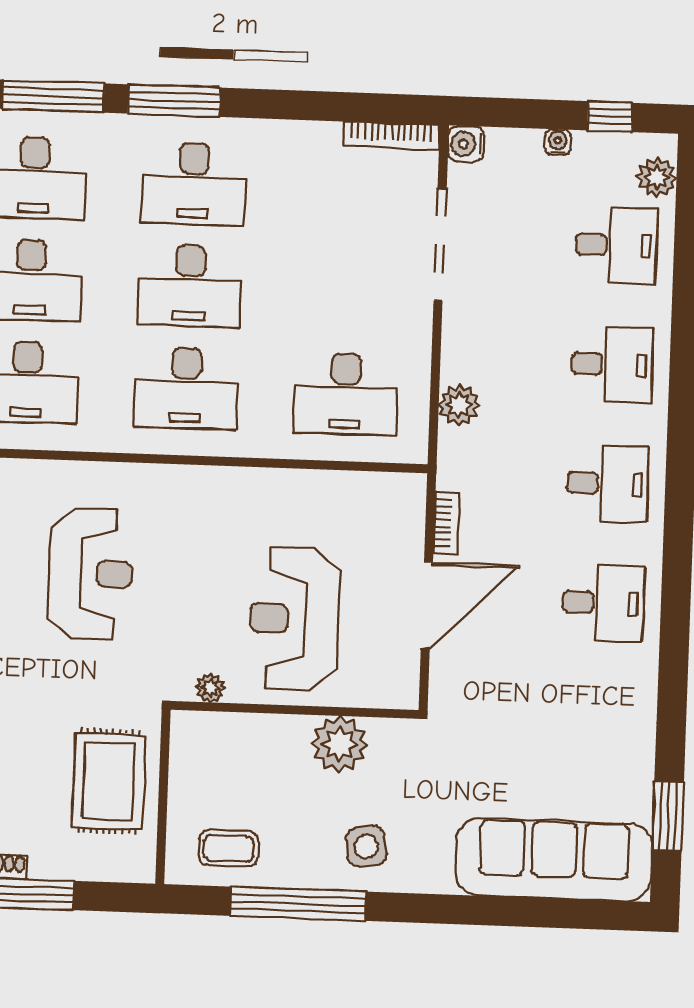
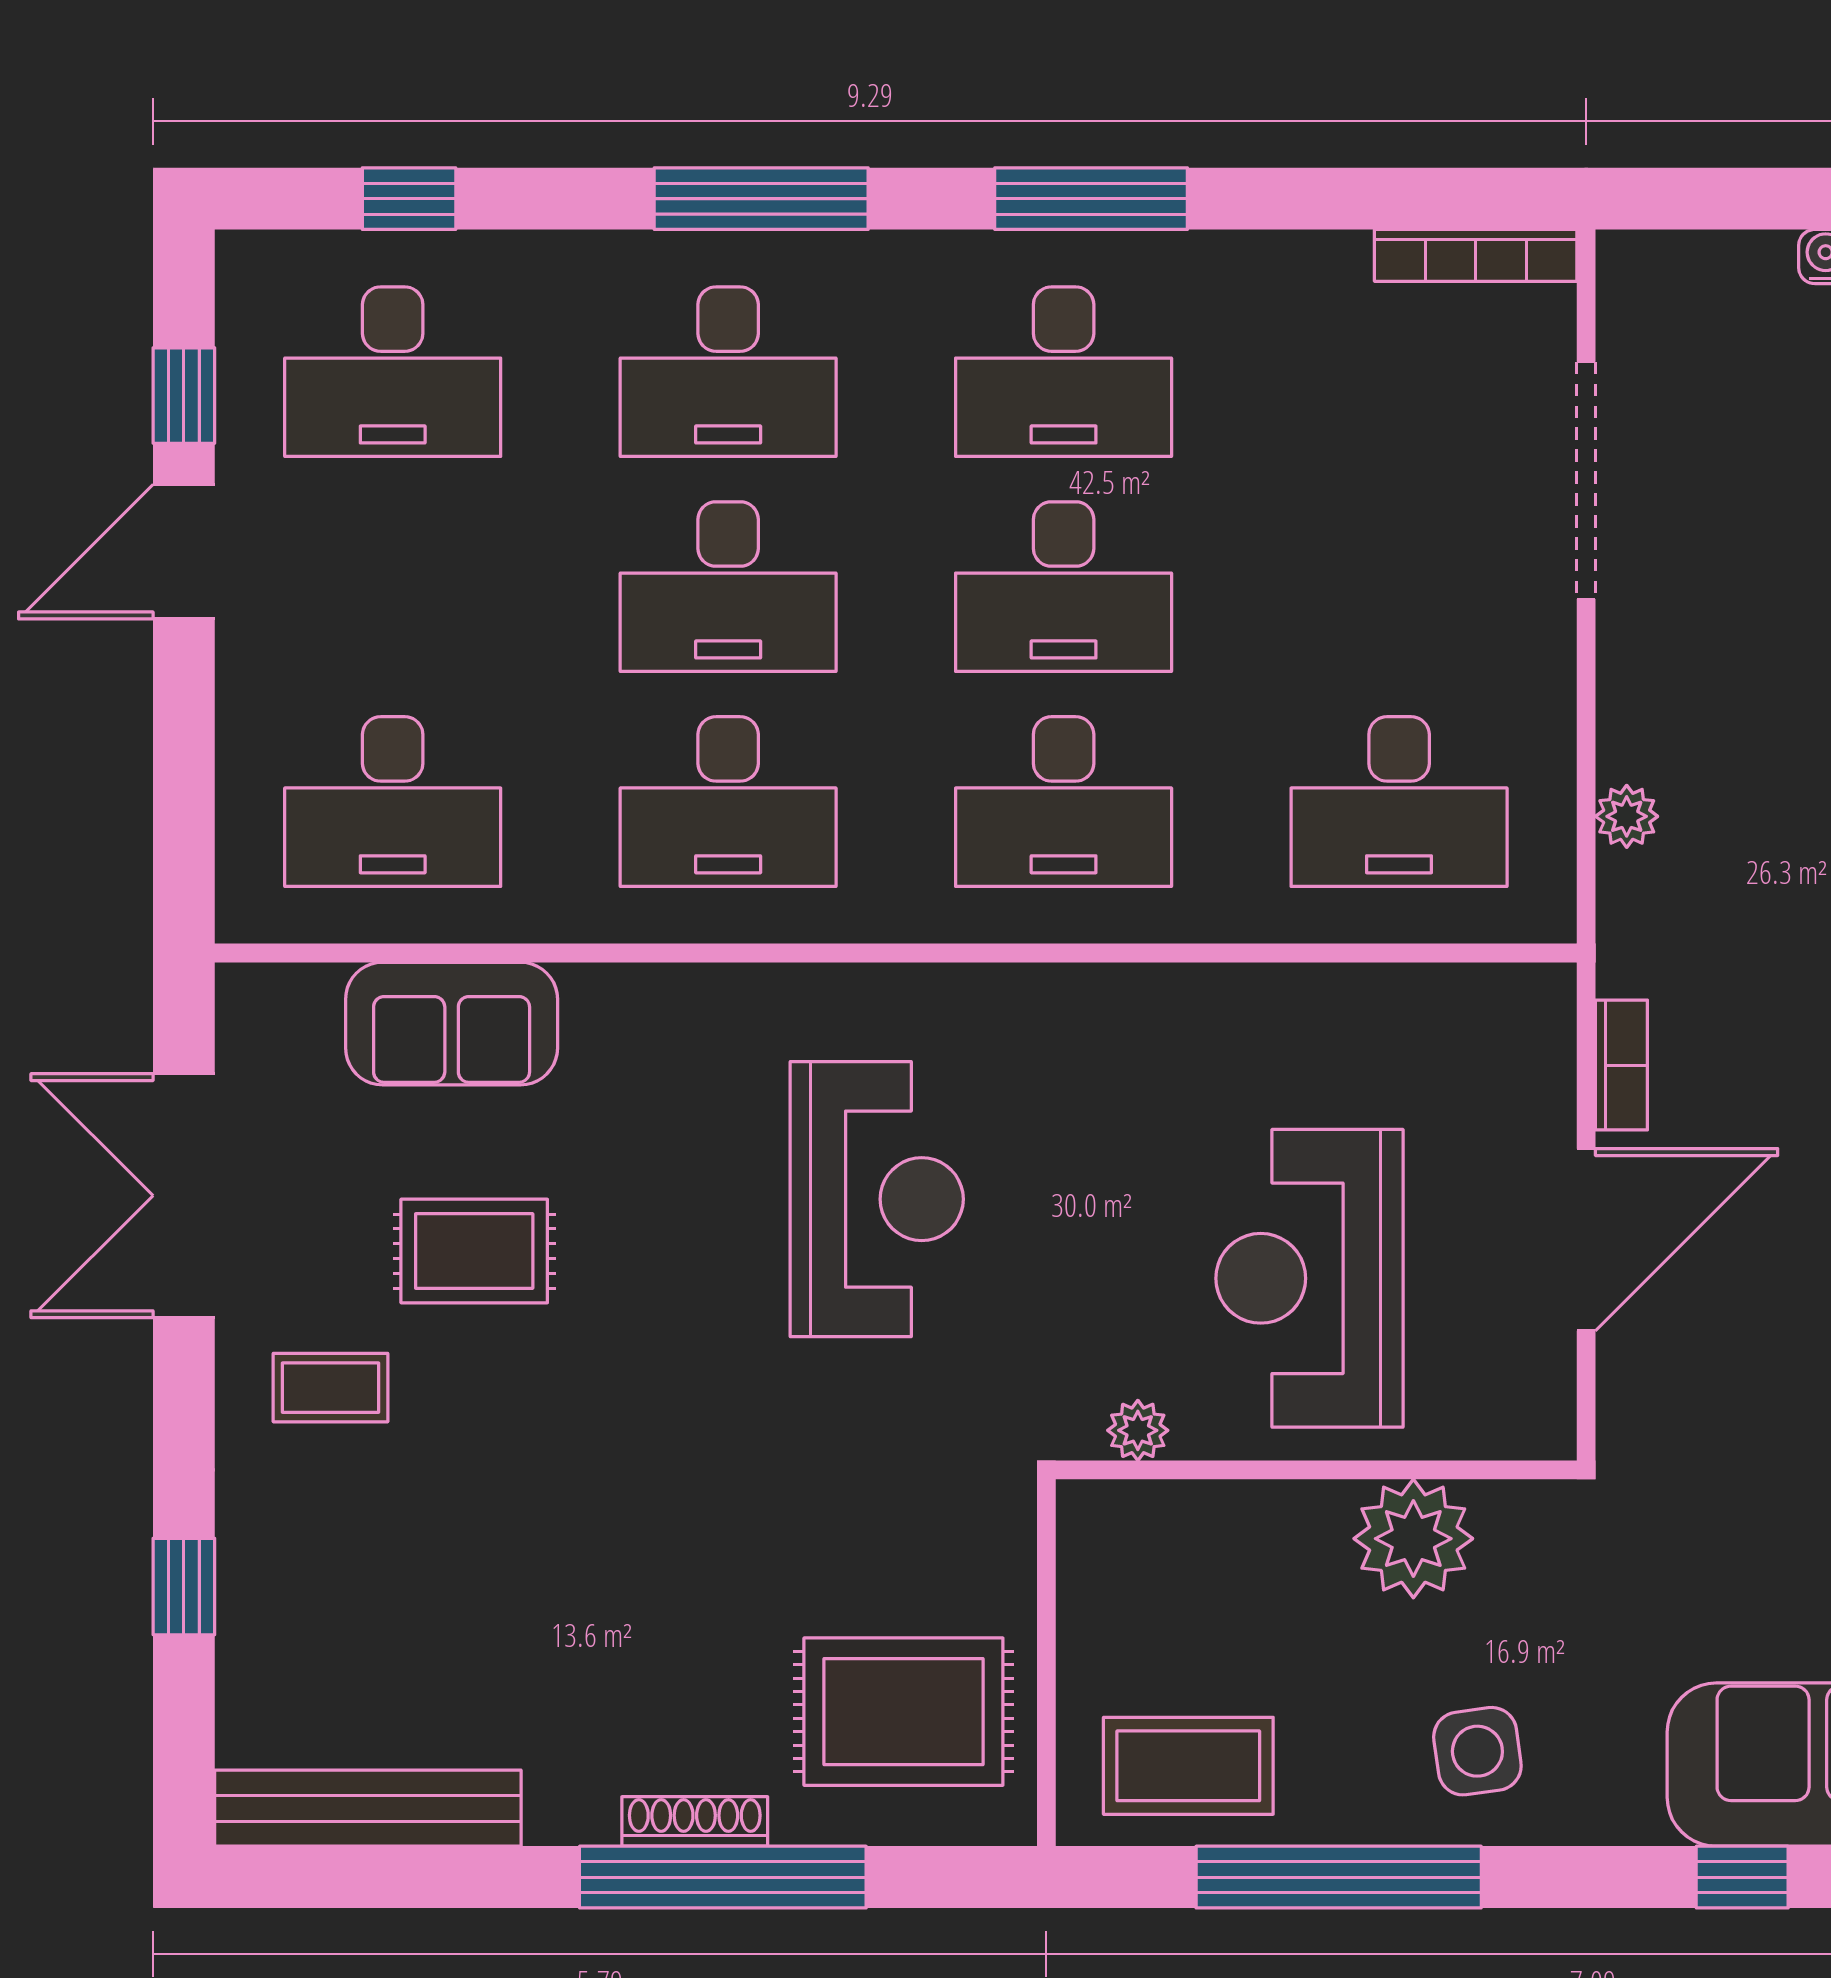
window: (174, 101) -> (1091, 199), moved
water cooler: (466, 144) -> (1633, 267), removed
plant: (459, 405) -> (1627, 816), width x0.73, depth x0.73
rug: (108, 781) -> (903, 1712), moved, turned 90
coffee table: (229, 848) -> (1188, 1766), width x1.36, depth x1.30
window: (490, 911) -> (1742, 1877), added

